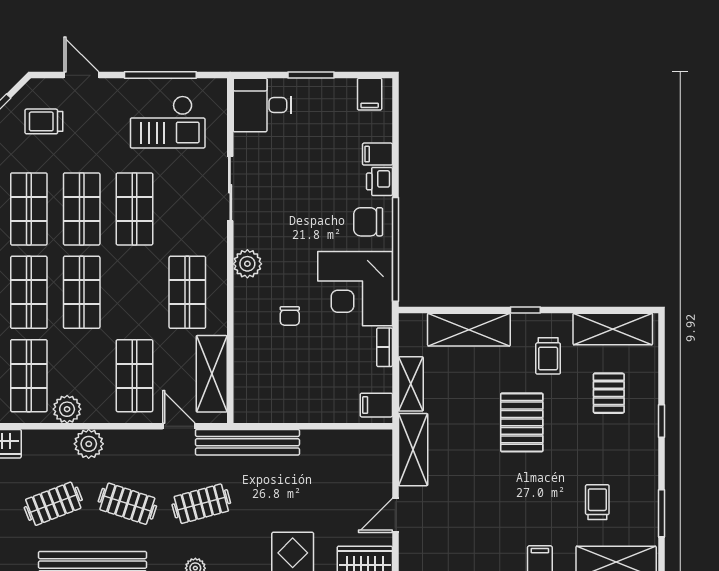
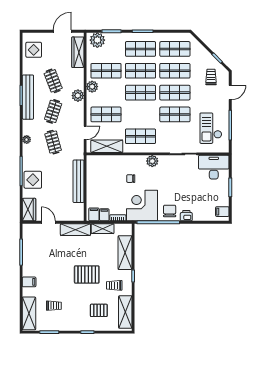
desk: (262, 105) -> (214, 167), width x1.37
filing cabinet: (377, 154) -> (104, 215), moved
bench: (247, 442) -> (79, 181), moved

